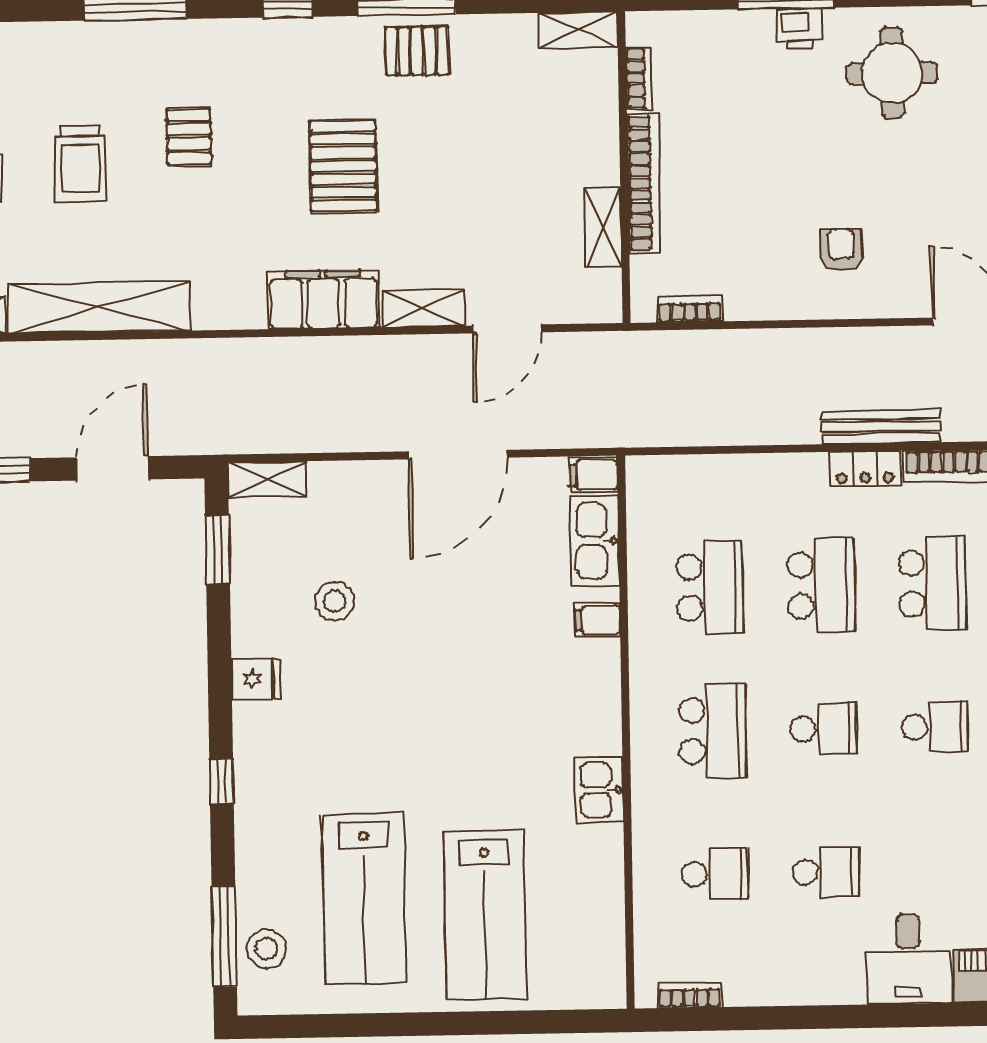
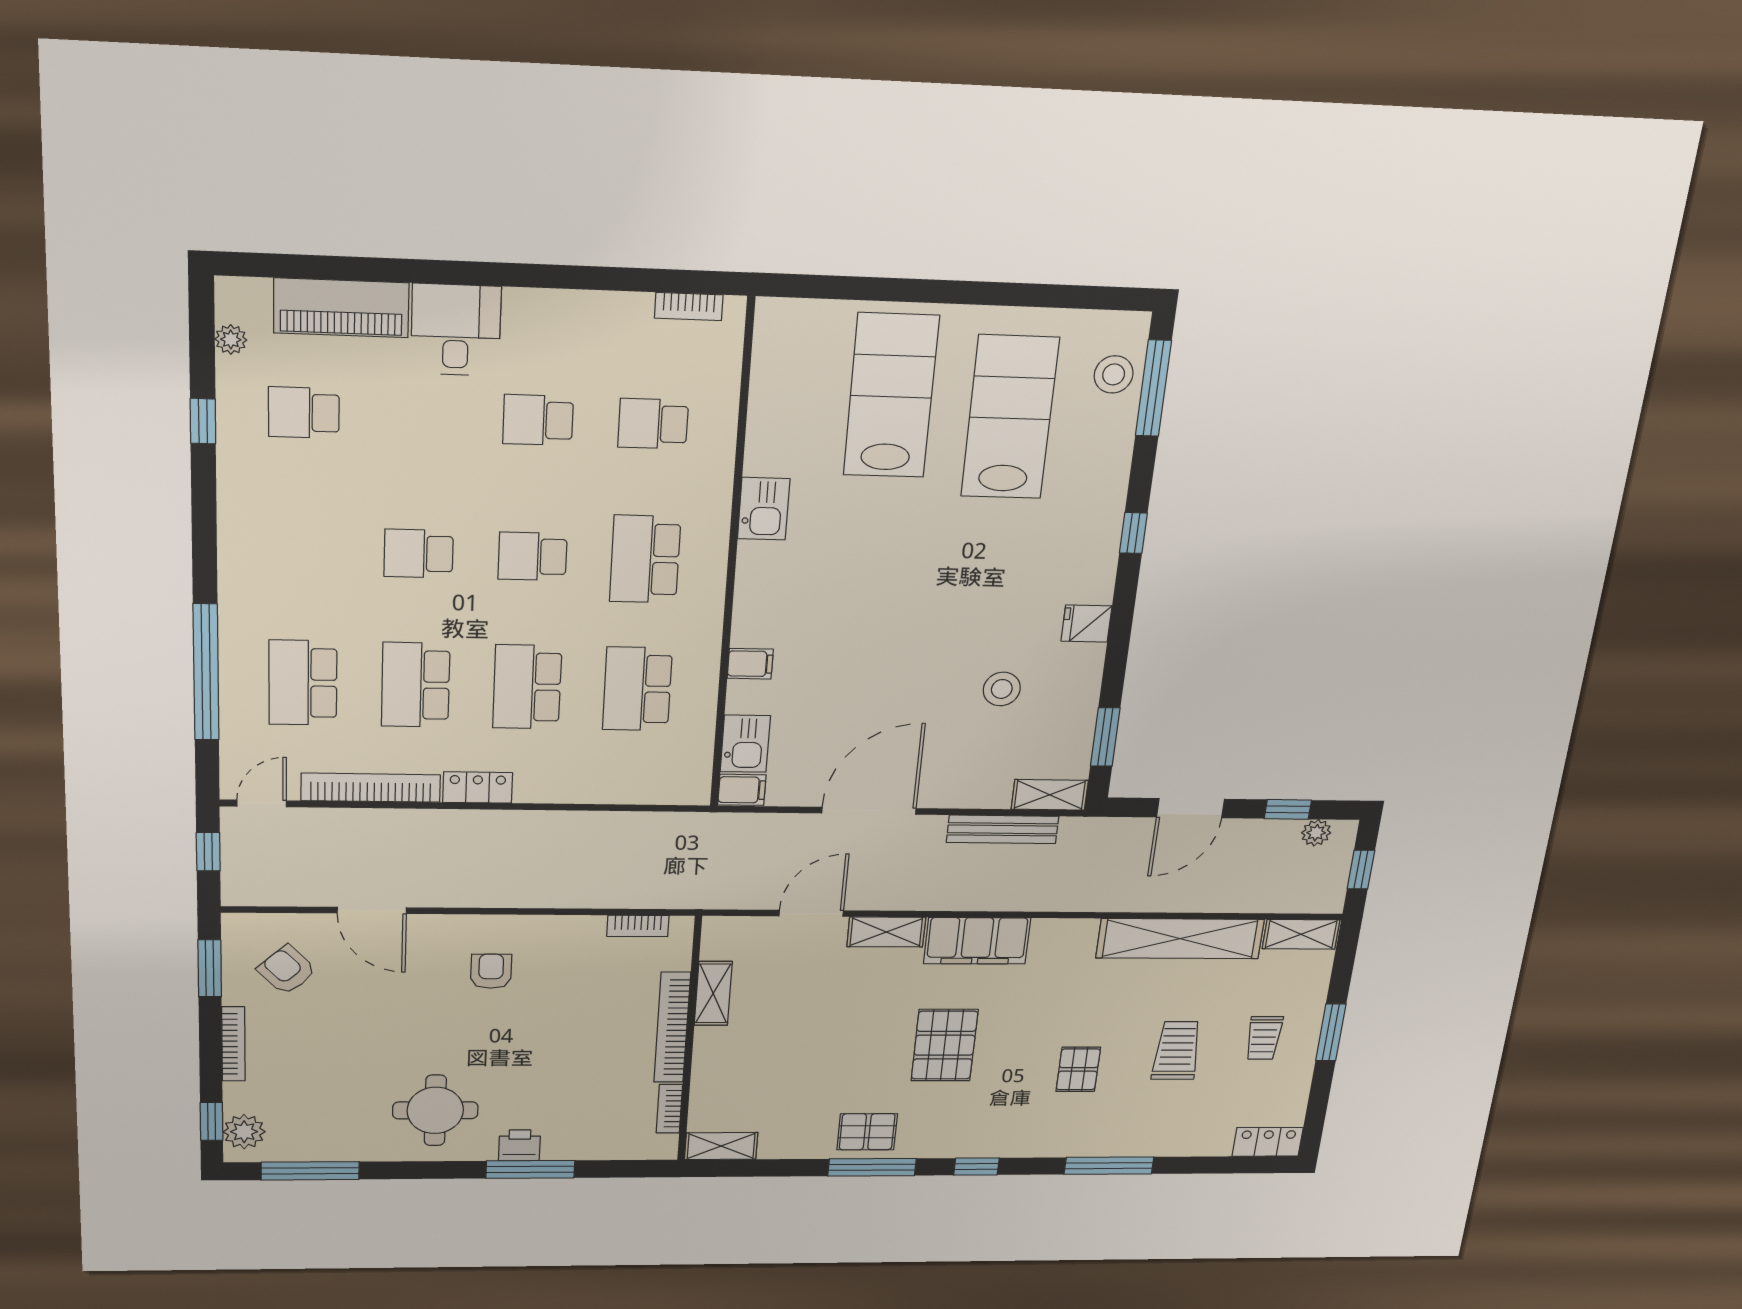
armchair: (841, 250) -> (491, 971), turned 180
bench: (881, 427) -> (1003, 829), moved
kitchen sink: (595, 541) -> (745, 744), width x0.73

